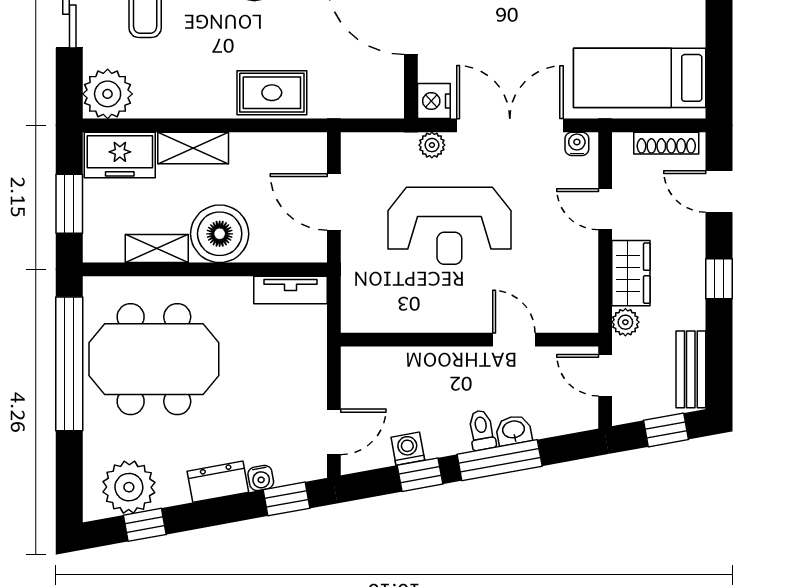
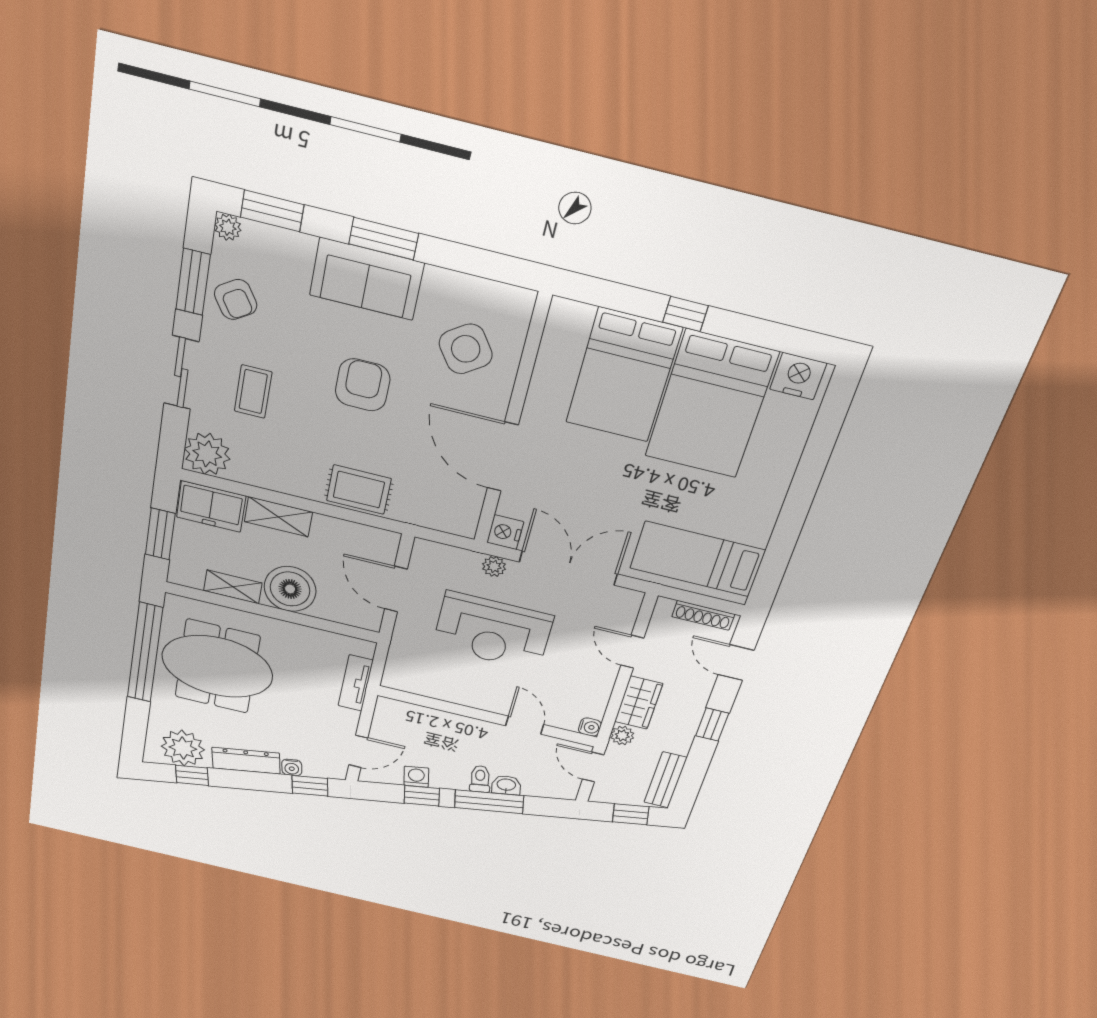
water cooler: (577, 144) -> (590, 727), moved, turned 90
tv unit: (291, 290) -> (356, 683), moved, turned 90
dresser: (218, 482) -> (246, 761), width x1.44

